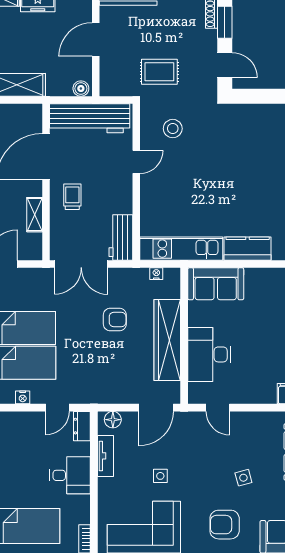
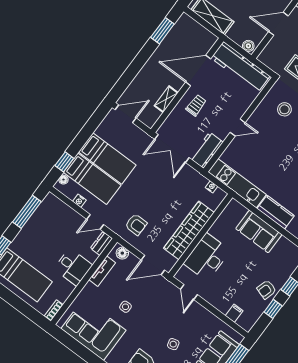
door: (136, 162) -> (238, 127), moved
sofa: (216, 284) -> (259, 232), moved
armchair: (115, 319) -> (136, 225), moved

